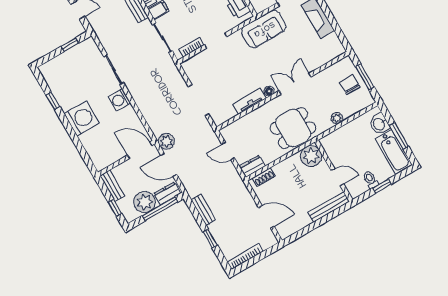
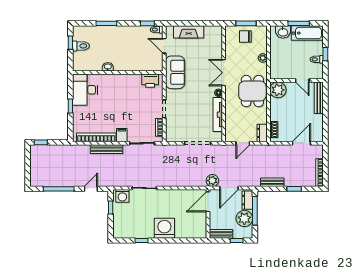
washing machine: (119, 100) -> (122, 196), moved
tv unit: (250, 101) -> (218, 115), width x1.41
door: (337, 177) -> (302, 80), swing flipped

